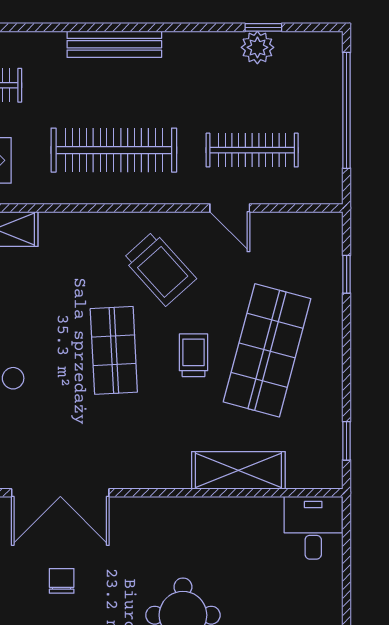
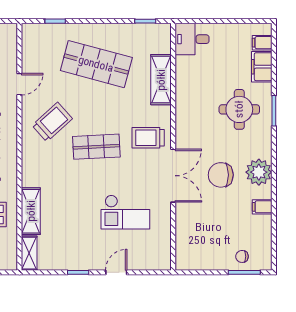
trolley: (193, 355) -> (148, 138), moved, width x1.36, depth x1.39
chair: (62, 581) -> (221, 175), width x1.87, depth x1.87

